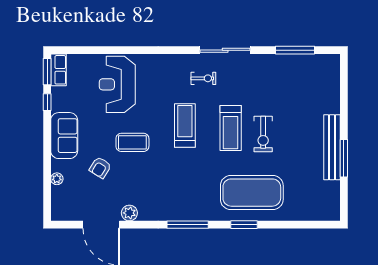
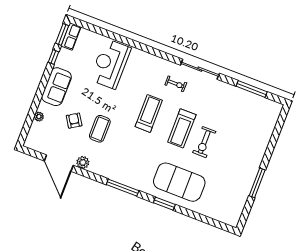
coffee table: (132, 142) -> (100, 129), moved, turned 90
bench: (332, 147) -> (251, 171), removed
armchair: (100, 168) -> (74, 121), turned 116

